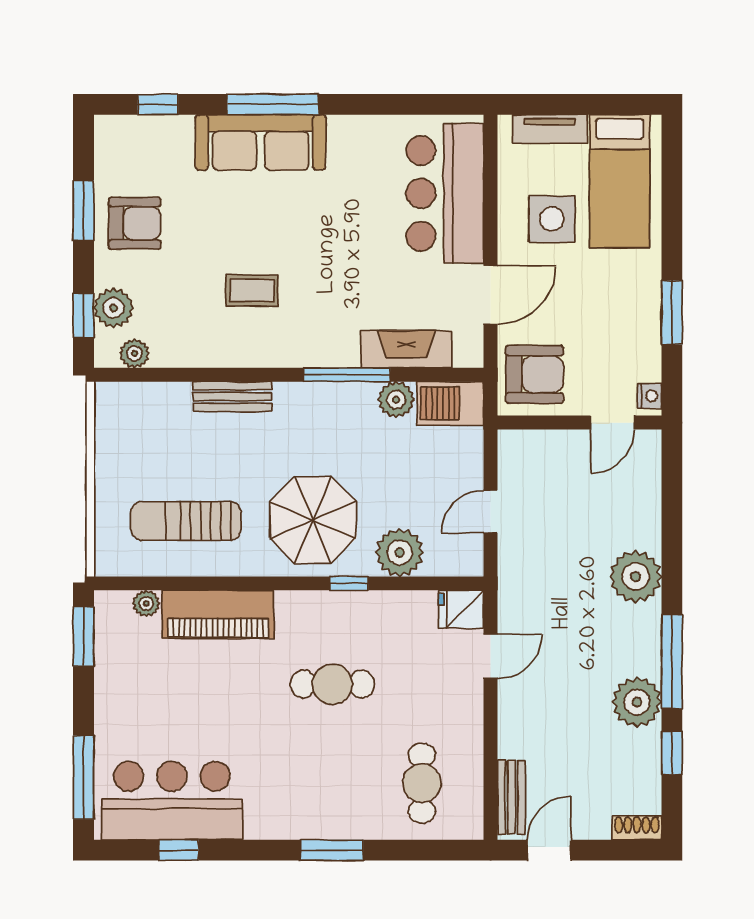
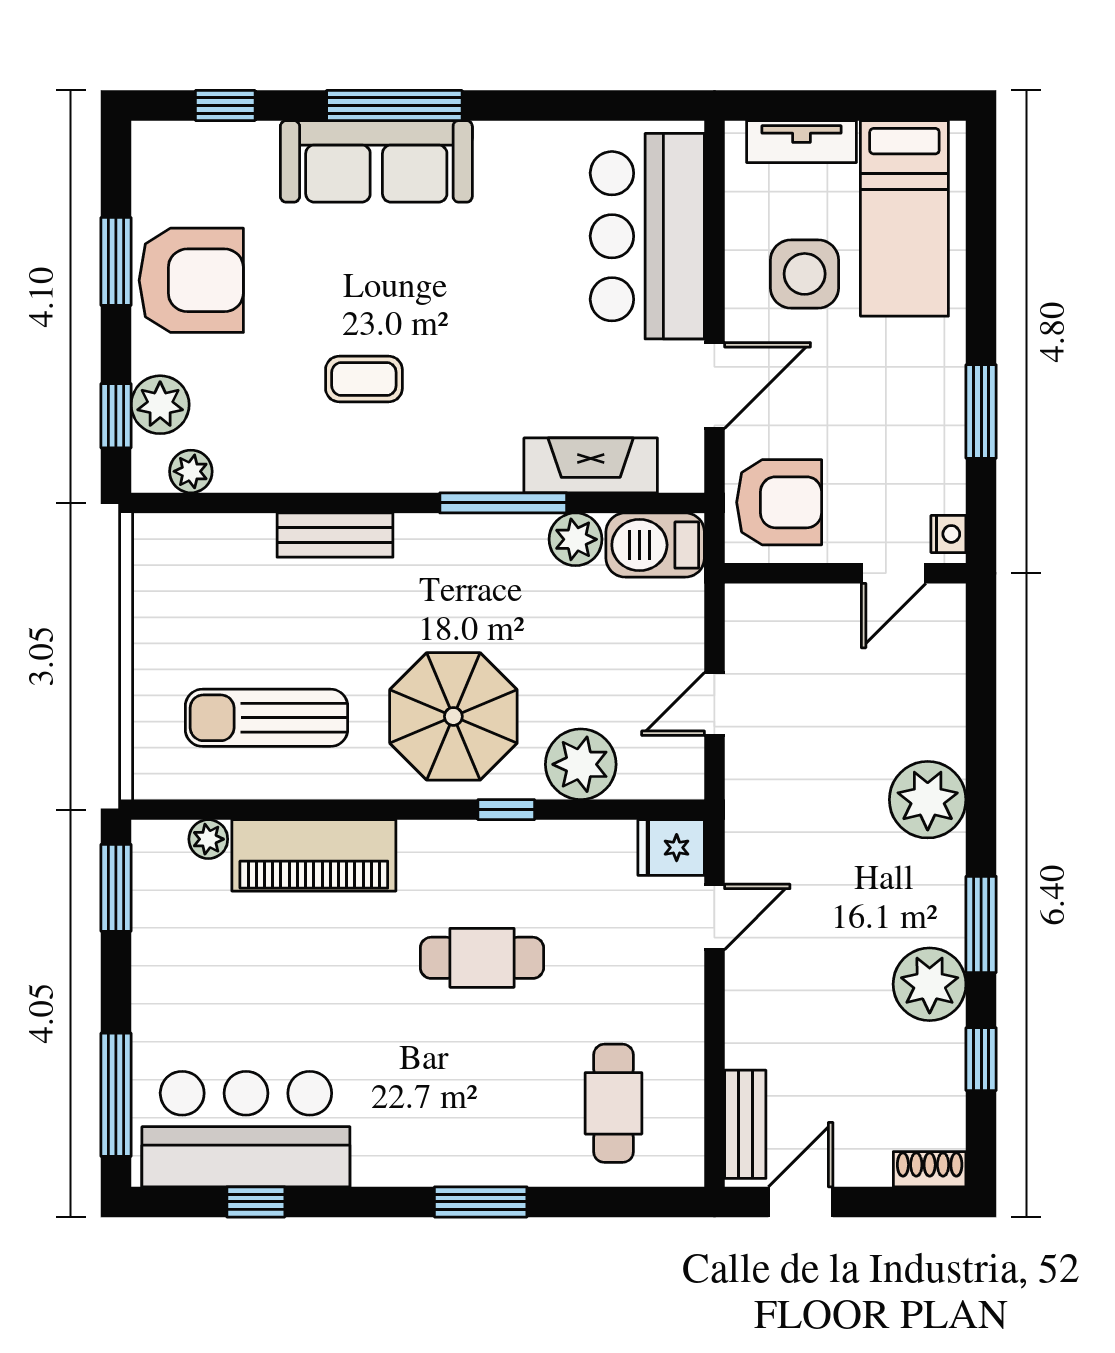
armchair: (135, 223) -> (191, 280), width x1.36, depth x1.36
window: (672, 661) -> (981, 924), width x0.69

